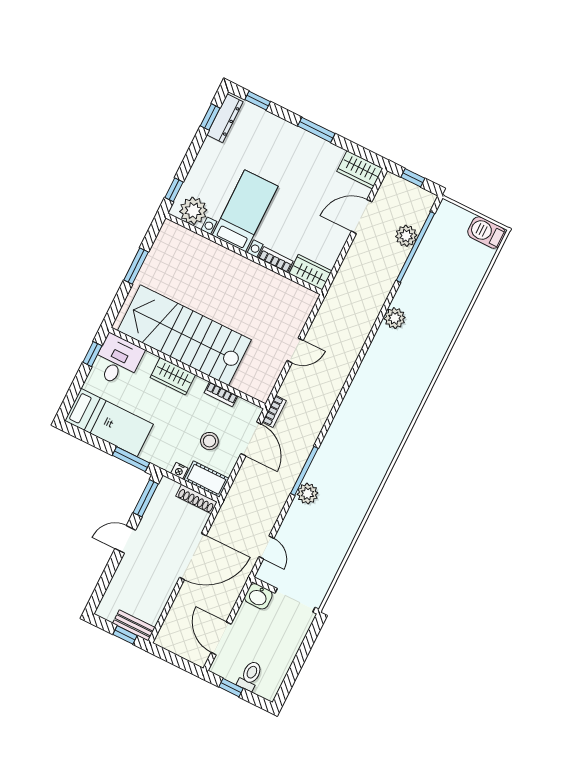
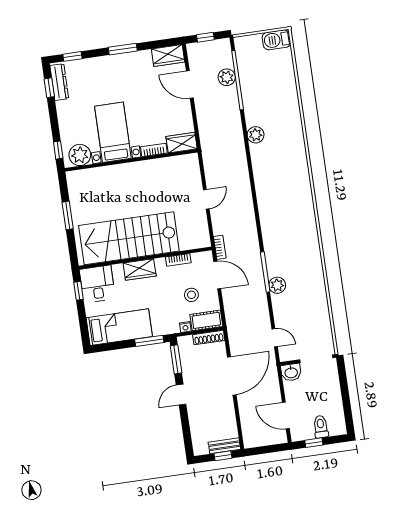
door: (362, 217) -> (190, 85), hinge flipped

